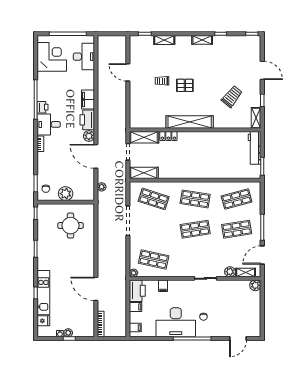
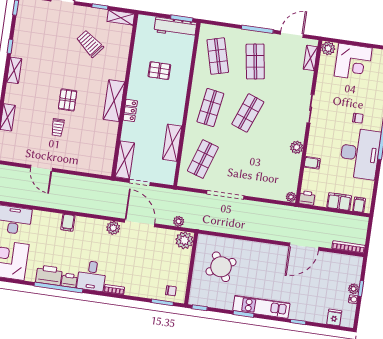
door: (128, 72) -> (41, 168), hinge flipped
filing cabinet: (88, 100) -> (68, 223), width x0.50
printer: (87, 120) -> (49, 275), moved, turned 180
shelving: (190, 122) -> (114, 101), width x0.68
locker: (168, 136) -> (130, 110), moved
workbench: (255, 148) -> (175, 27), moved
pallet: (218, 155) -> (159, 71), added
door: (96, 156) -> (140, 223), swing flipped
shelving: (144, 173) -> (172, 143), moved
plant: (66, 194) -> (184, 240), moved
round table: (71, 226) -> (221, 267), turned -31
shop shelf: (195, 229) -> (248, 113), turned 30
door: (262, 255) -> (292, 34), swing flipped
shop shelf: (154, 259) -> (278, 170), removed
plant: (230, 272) -> (297, 147), moved
printer: (137, 291) -> (307, 198), width x0.53, depth x0.68
kitchen unit: (43, 293) -> (261, 307), moved
filing cabinet: (136, 307) -> (339, 202), width x2.00
corner desk: (247, 307) -> (353, 62), added

